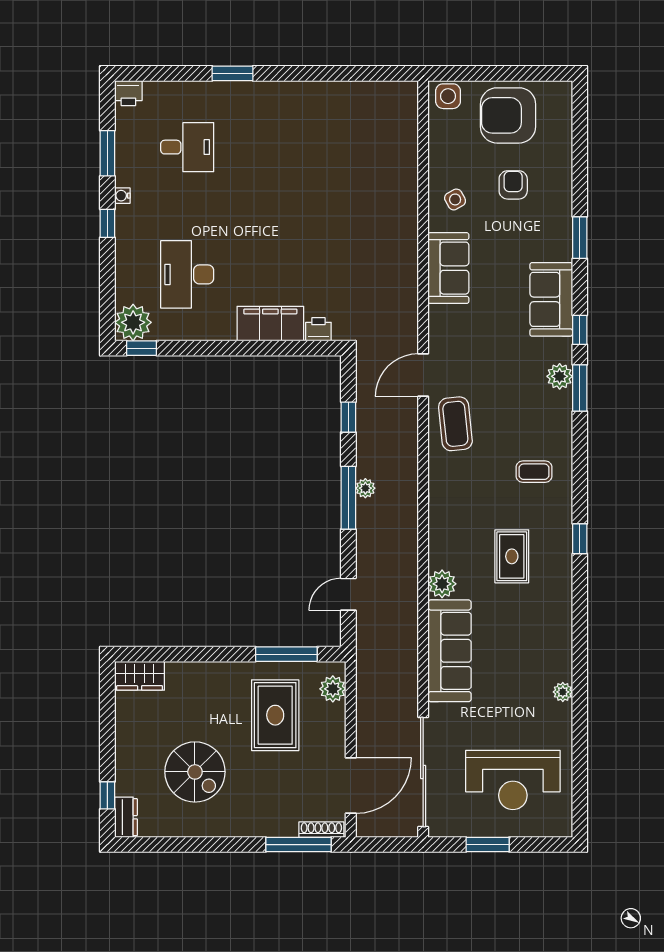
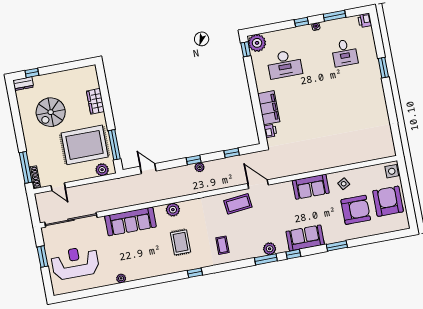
armchair: (513, 185) -> (356, 210), width x1.88, depth x1.88
desk: (187, 274) -> (284, 64), turned 180
window: (348, 498) -> (194, 160), width x0.46
rug: (512, 556) -> (180, 242), turned 90
plant: (442, 584) -> (173, 210), moved
wardrobe: (140, 676) -> (96, 101), moved
rug: (275, 715) -> (85, 145), width x1.37, depth x1.44
reception desk: (513, 780) -> (75, 263), turned 90
door: (351, 786) -> (58, 187), width x0.53

